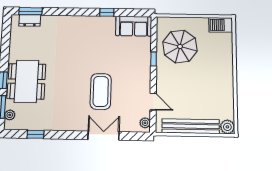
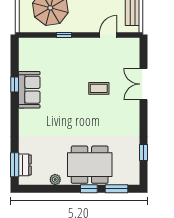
sofa: (134, 26) -> (29, 90), moved
coffee table: (101, 91) -> (99, 88), width x0.54, depth x0.58
plant: (10, 115) -> (55, 180), moved
plant: (145, 123) -> (130, 43), removed

